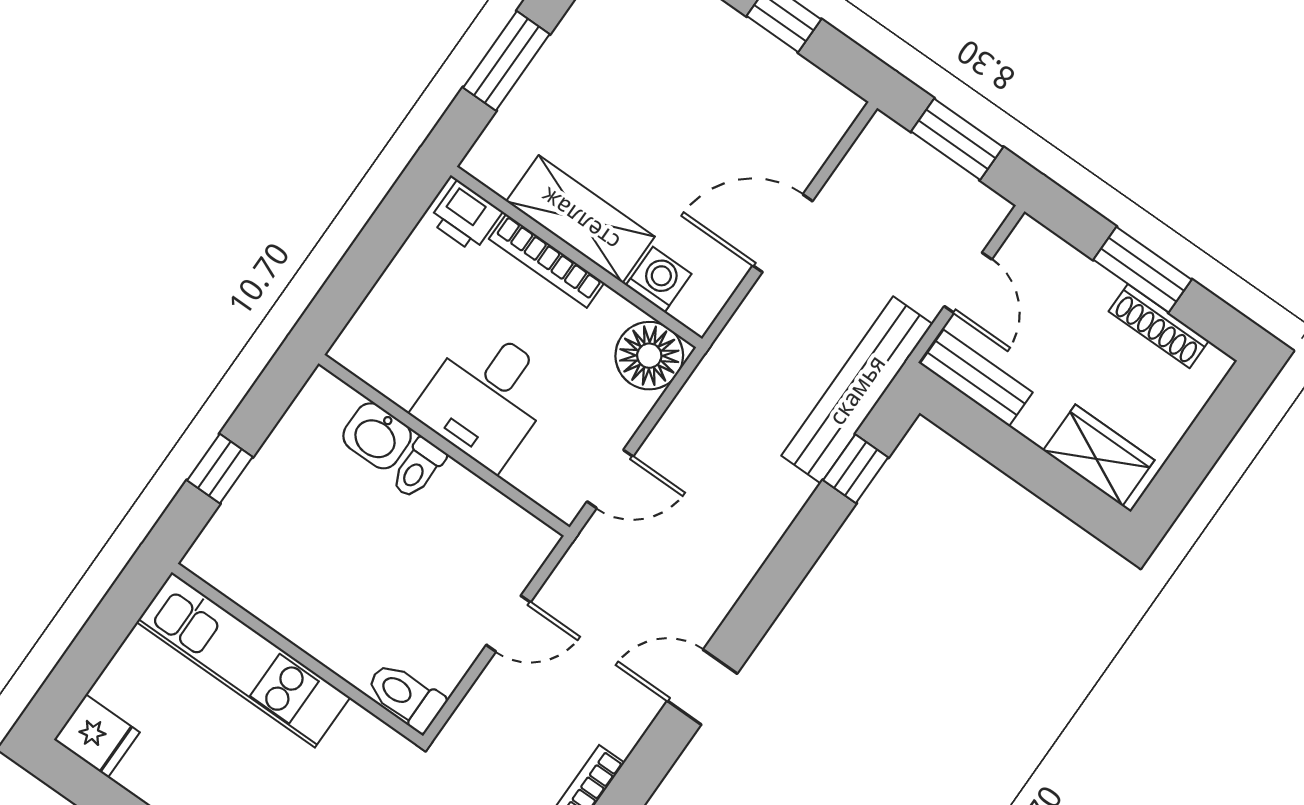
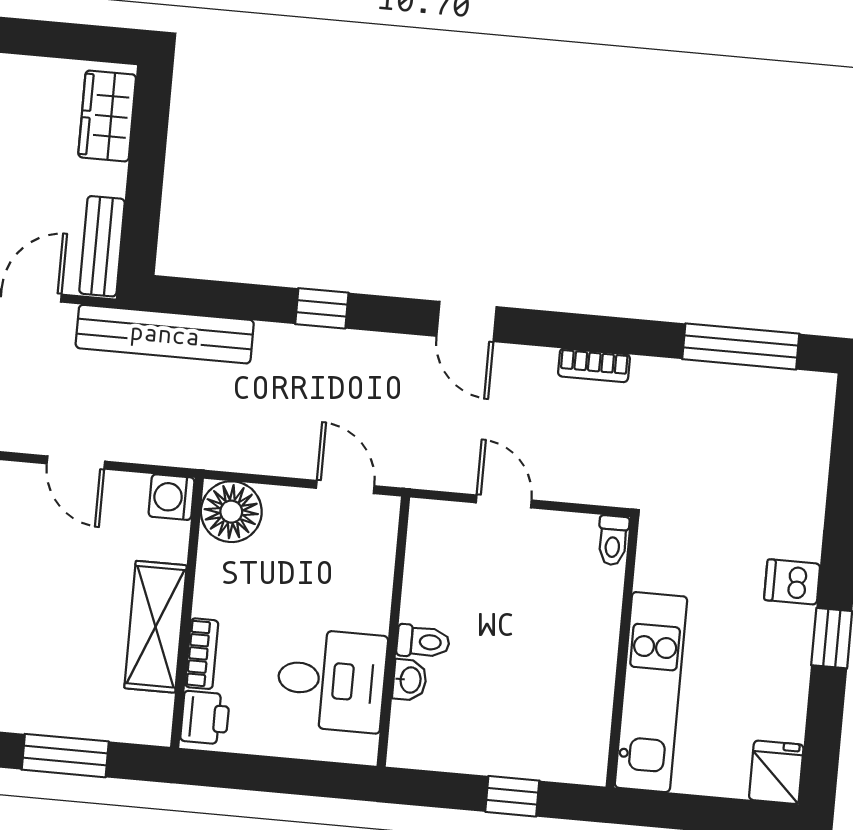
door: (783, 233) -> (76, 462), width x0.73
bookcase: (547, 261) -> (202, 654), width x0.64
washing machine: (659, 280) -> (171, 497), moved
desk: (486, 397) -> (331, 680), moved
washbasin: (377, 436) -> (410, 680), width x0.72, depth x0.69
window: (856, 469) -> (322, 308), moved
toilet: (405, 696) -> (613, 540), width x0.73, depth x0.72

